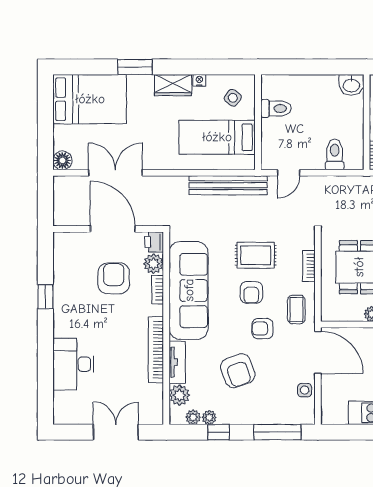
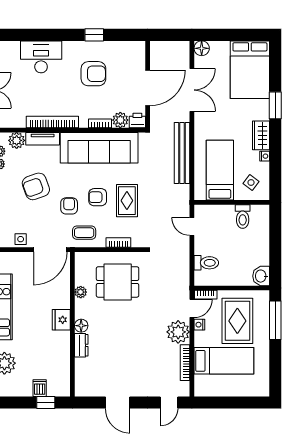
bench: (228, 185) -> (182, 153), moved
armchair: (114, 278) -> (93, 74), moved

